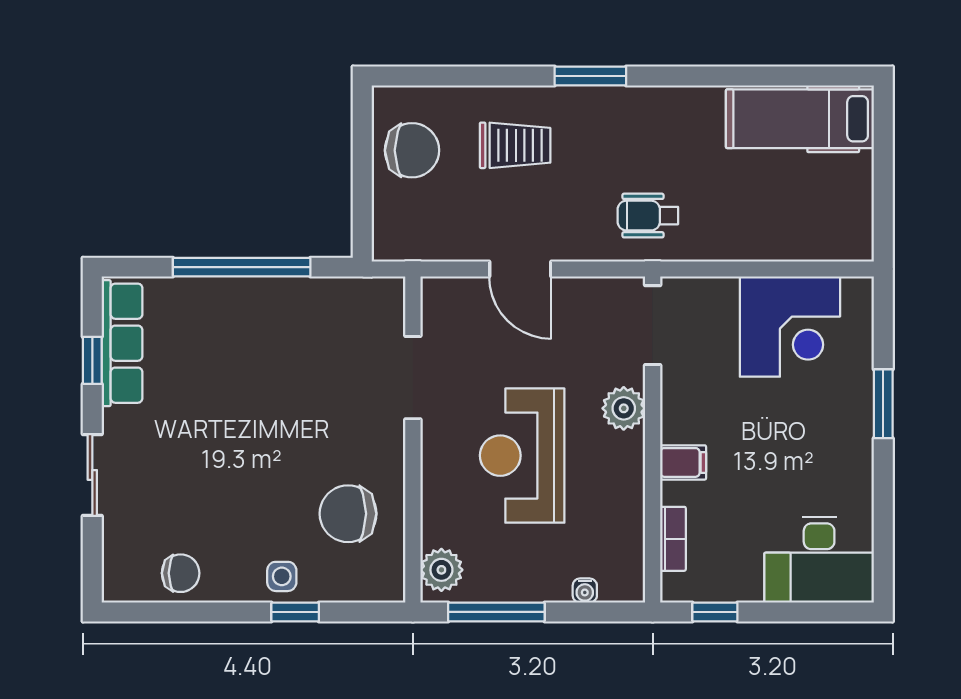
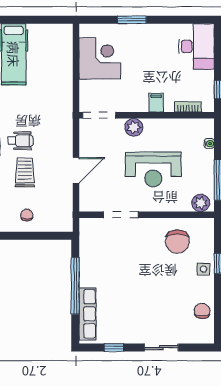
chair: (412, 150) -> (27, 215), width x0.54, depth x0.54
wheelchair: (648, 216) -> (20, 141), moved, turned -90
row of seats: (122, 343) -> (88, 314), moved, turned 90

